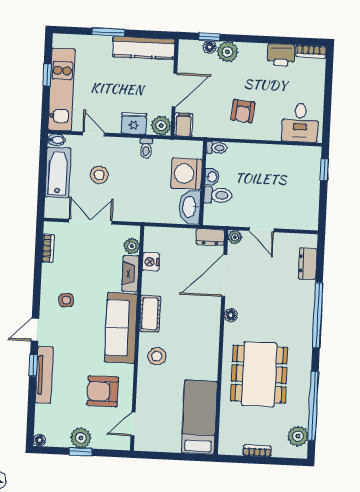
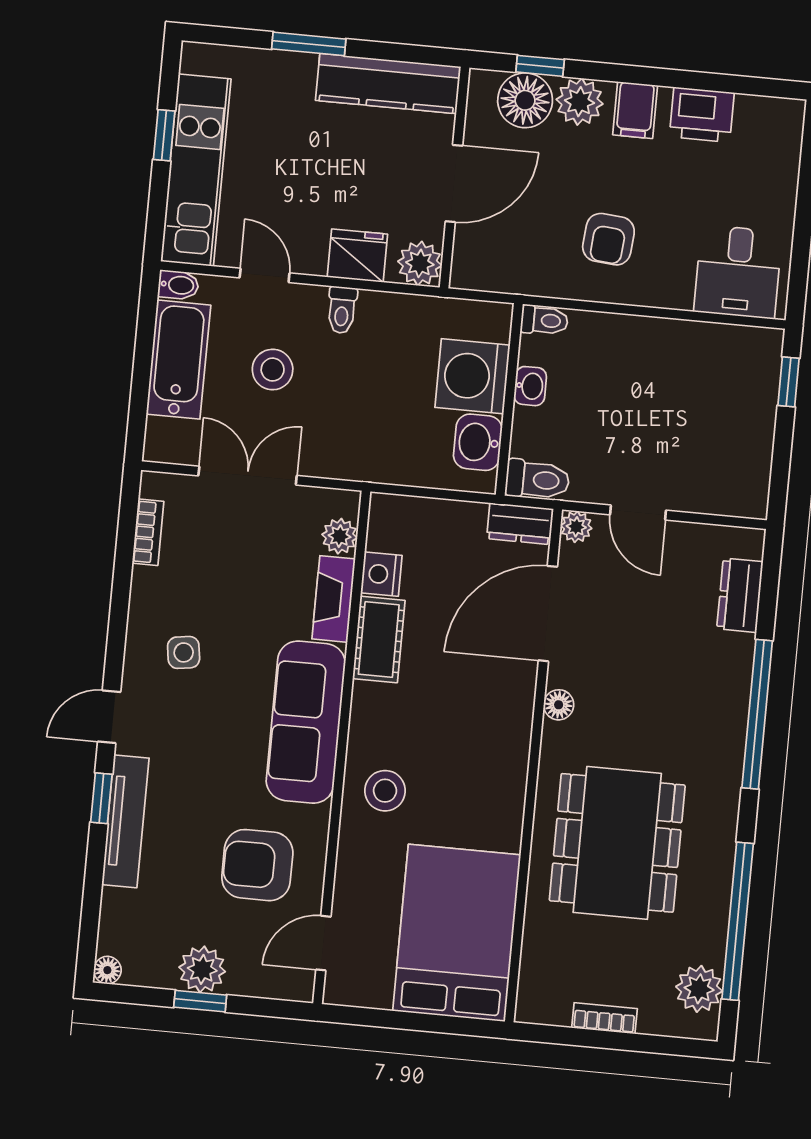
floor lamp: (210, 47) -> (525, 100), width x1.89, depth x1.89
bookcase: (311, 51) -> (771, 110), removed
filing cabinet: (183, 125) -> (635, 110), moved, turned 180
toilet: (146, 148) -> (342, 310), moved
toilet: (218, 195) -> (537, 480), moved
washbasin: (190, 207) -> (478, 442), width x0.72
cot: (150, 314) -> (379, 640), moved
bed: (199, 417) -> (457, 933), width x1.50

